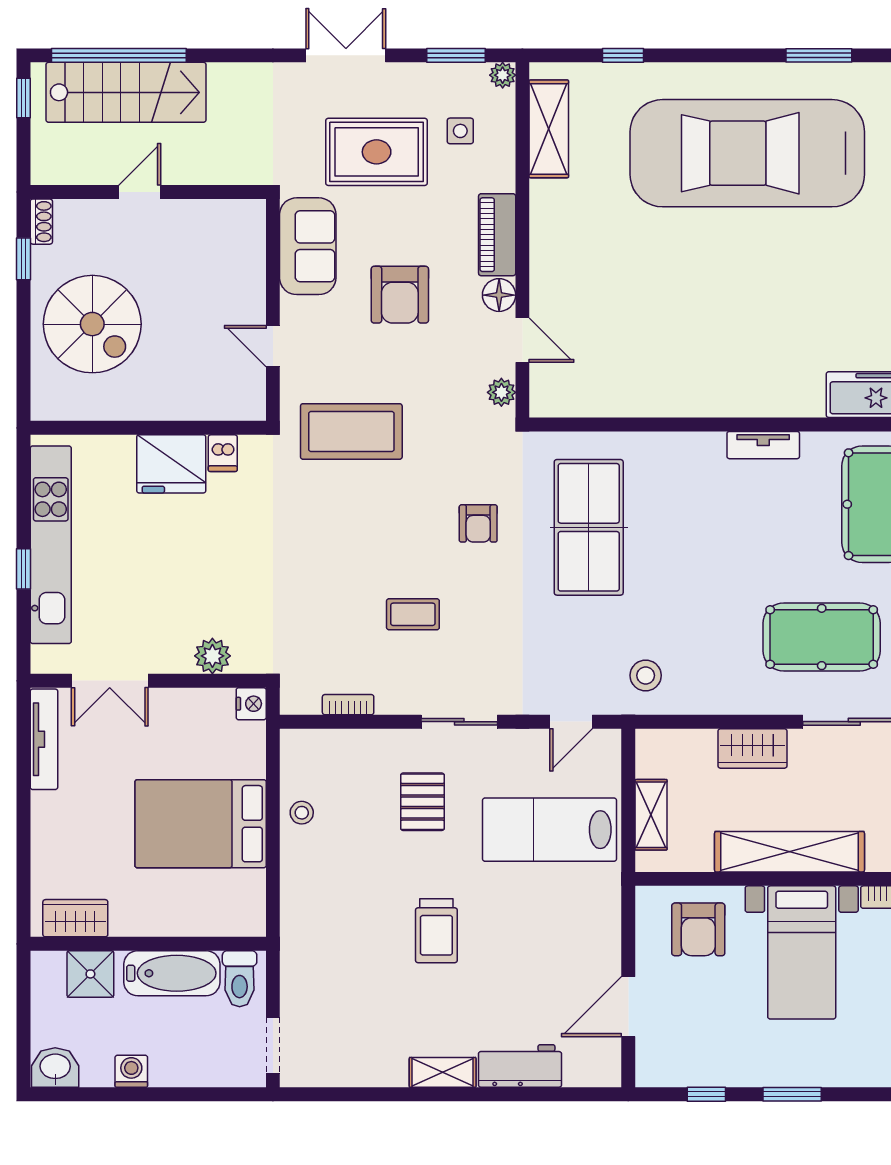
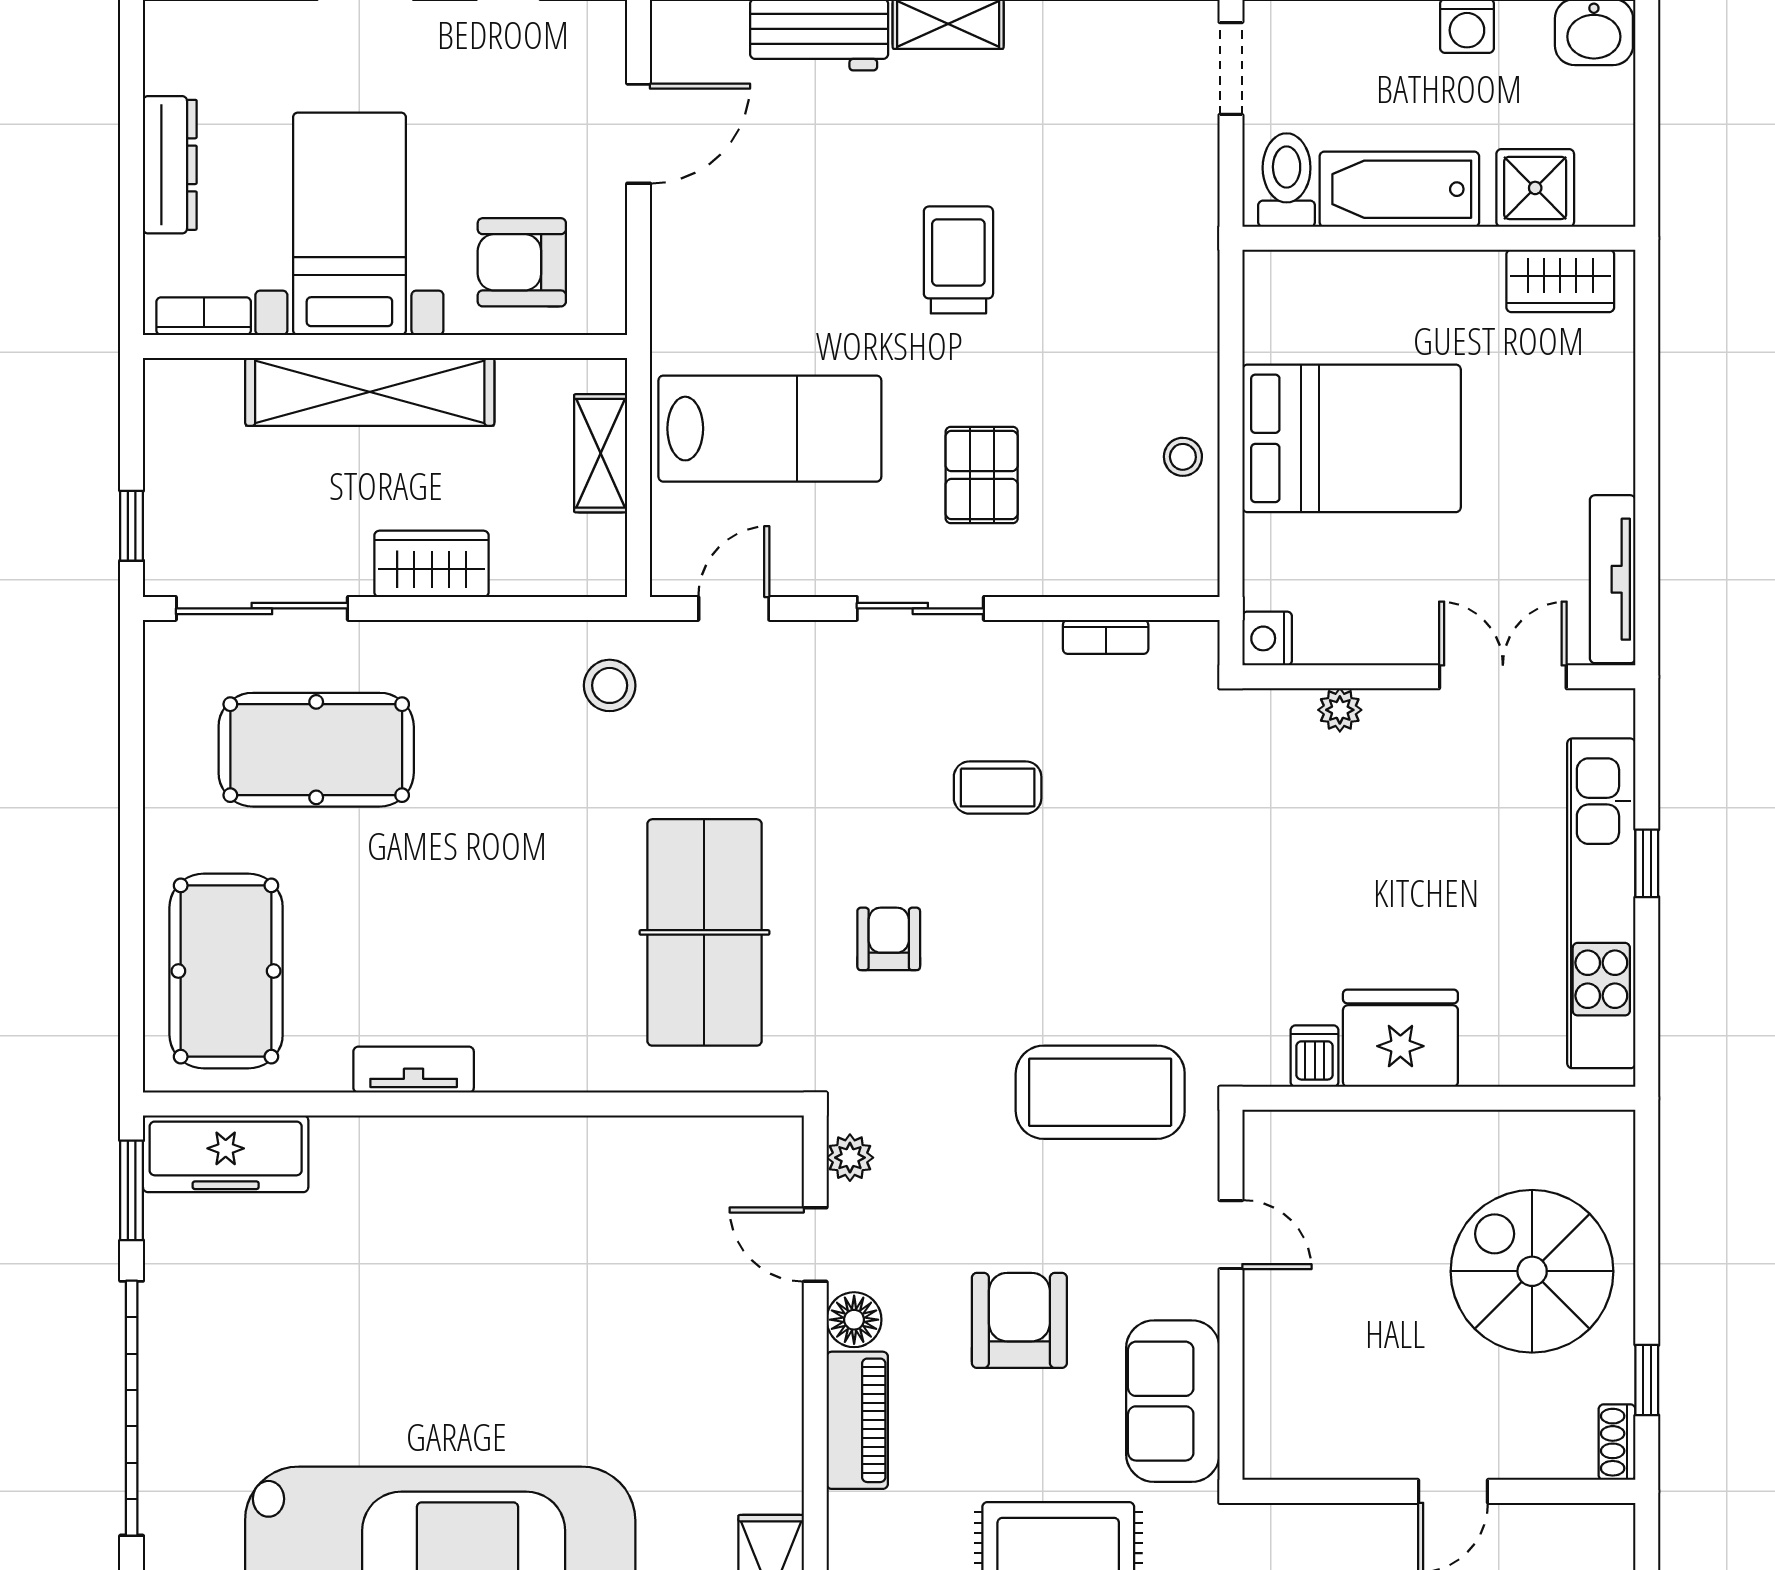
plant: (212, 656) -> (1340, 710), width x0.73, depth x0.73
armchair: (698, 929) -> (522, 262), turned -90

